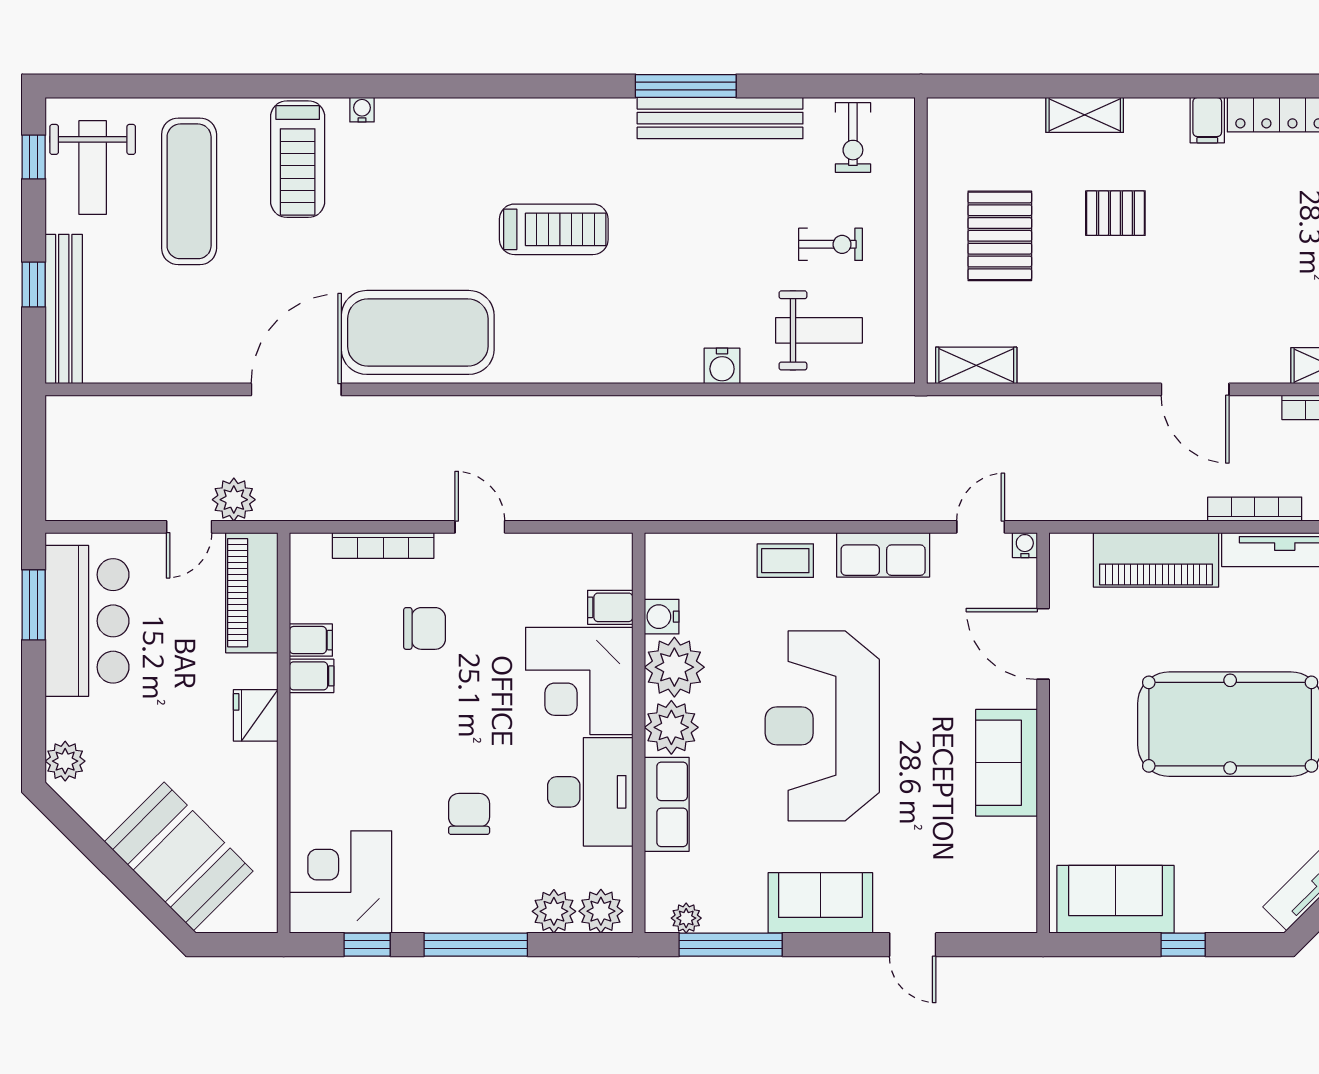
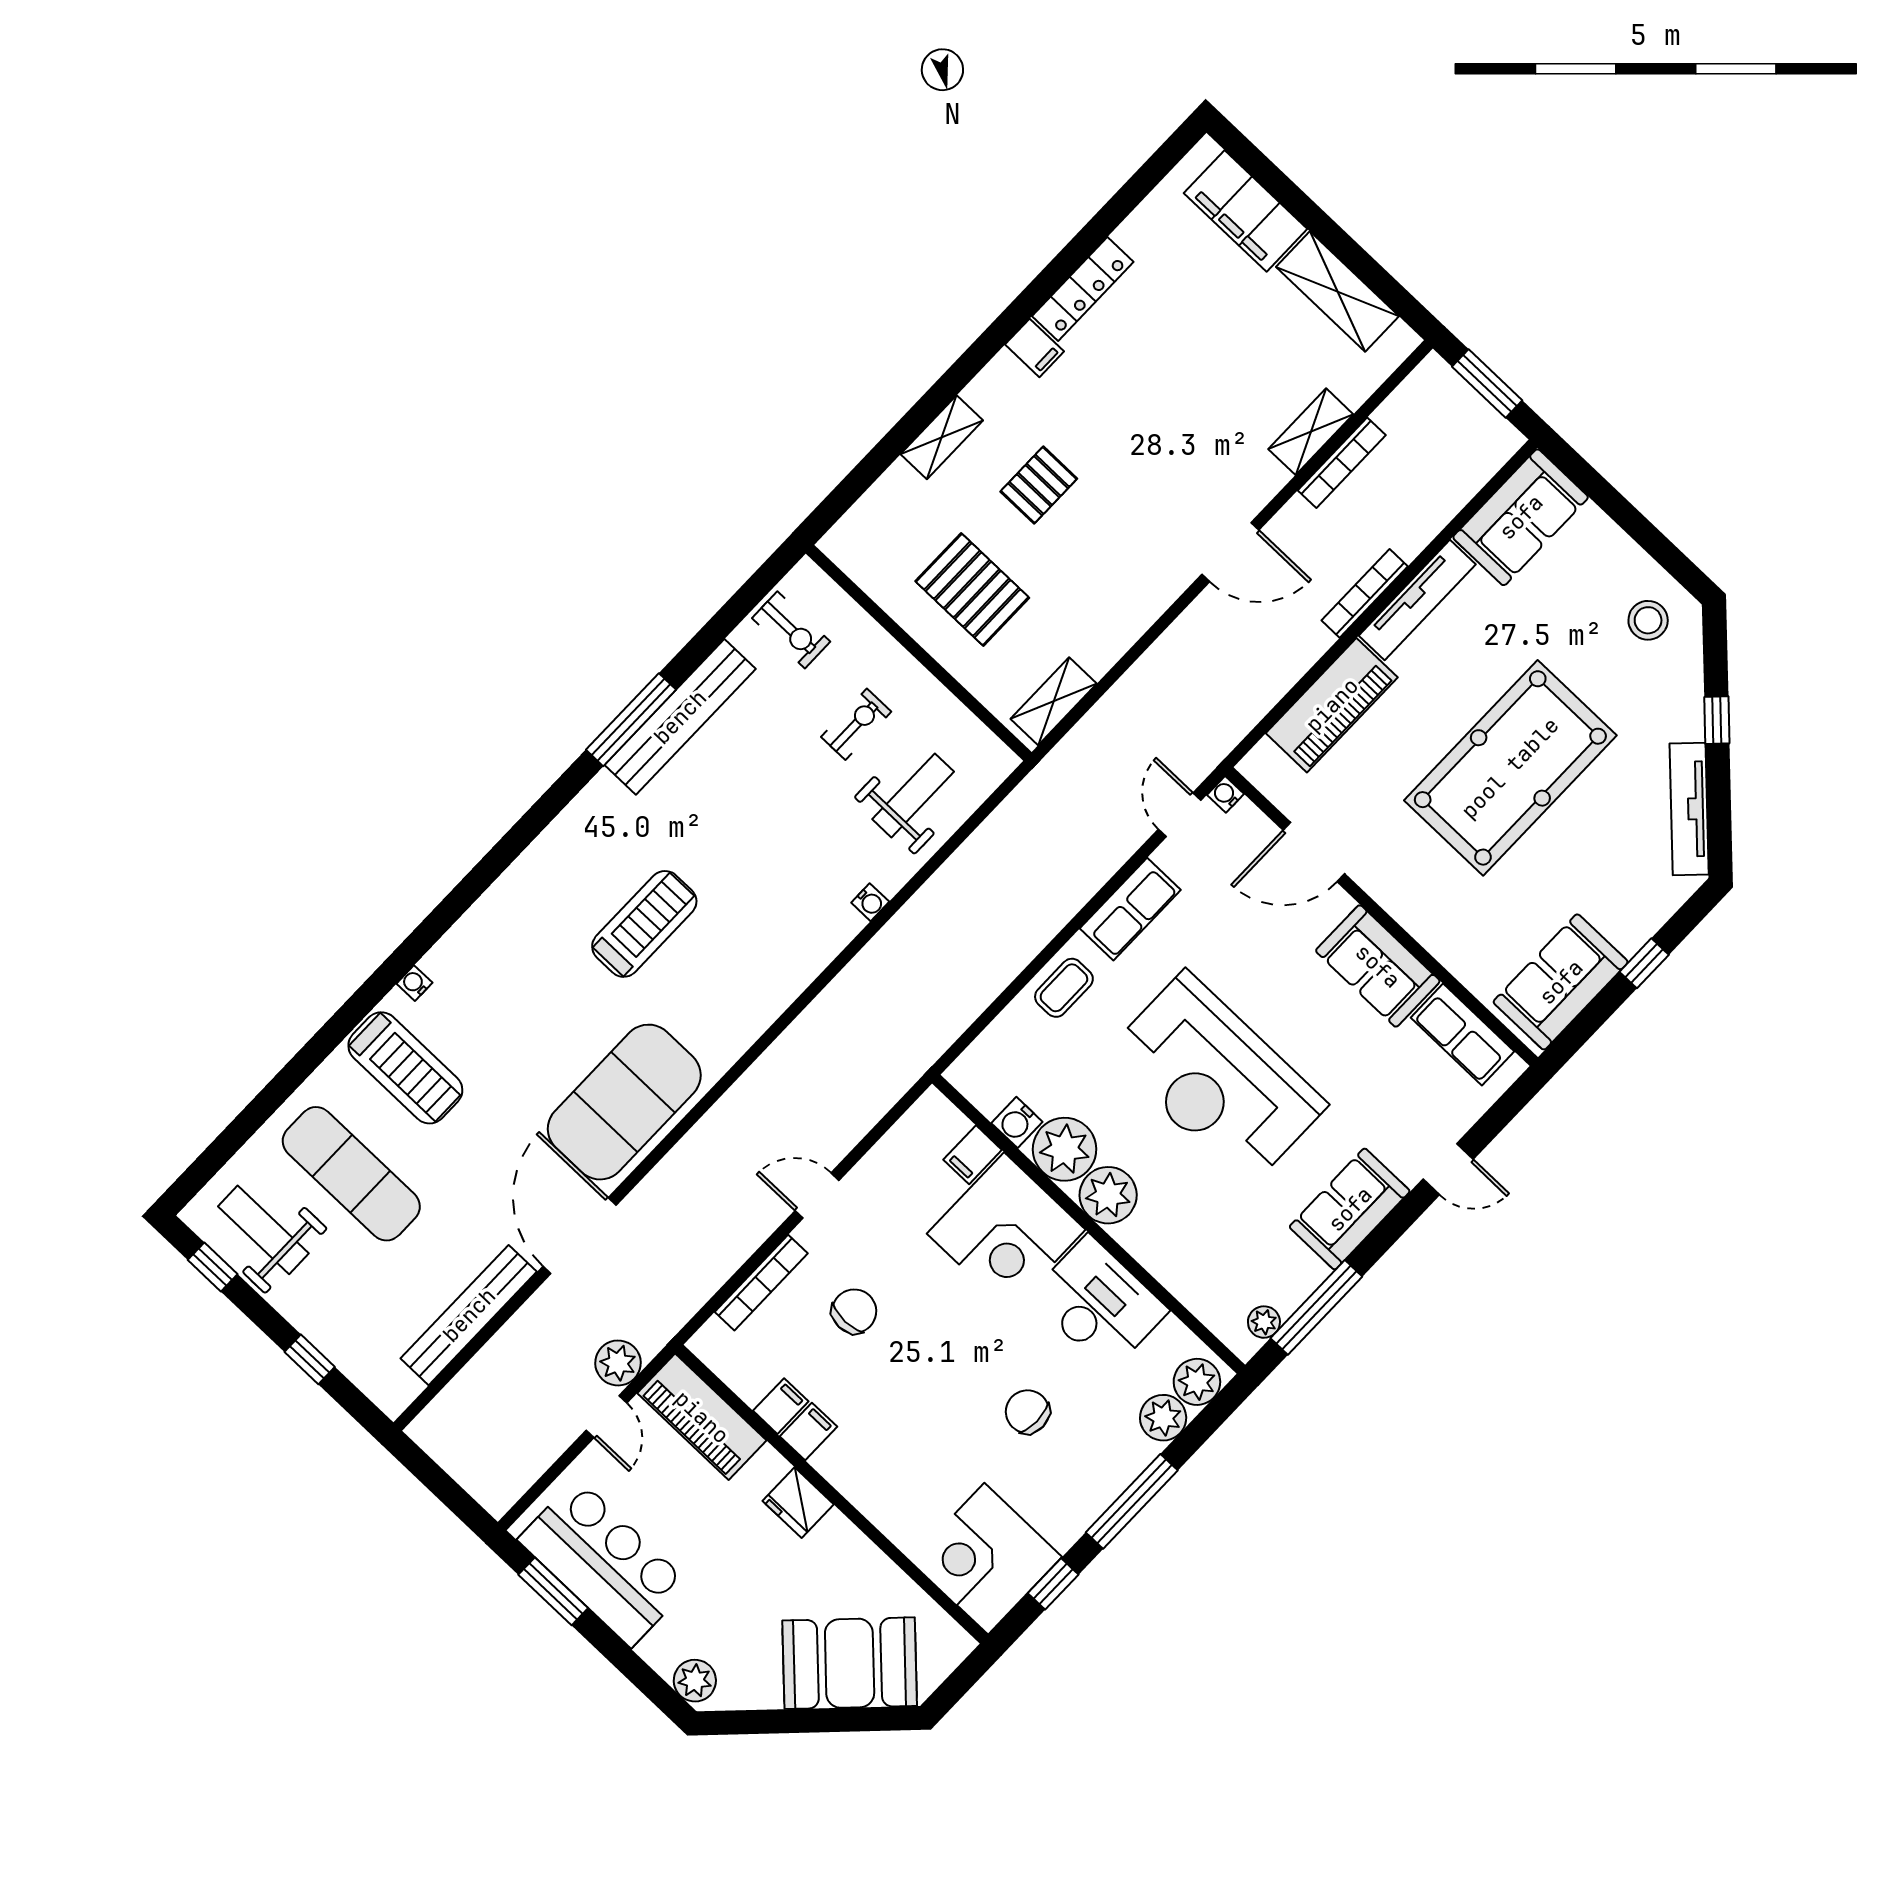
weight bench: (93, 168) -> (263, 1230), turned 180
bench: (64, 309) -> (469, 1315), moved, turned 90
water cooler: (722, 366) -> (870, 902), width x0.72, depth x0.72
row of seats: (667, 804) -> (1462, 1034), moved, turned 180

